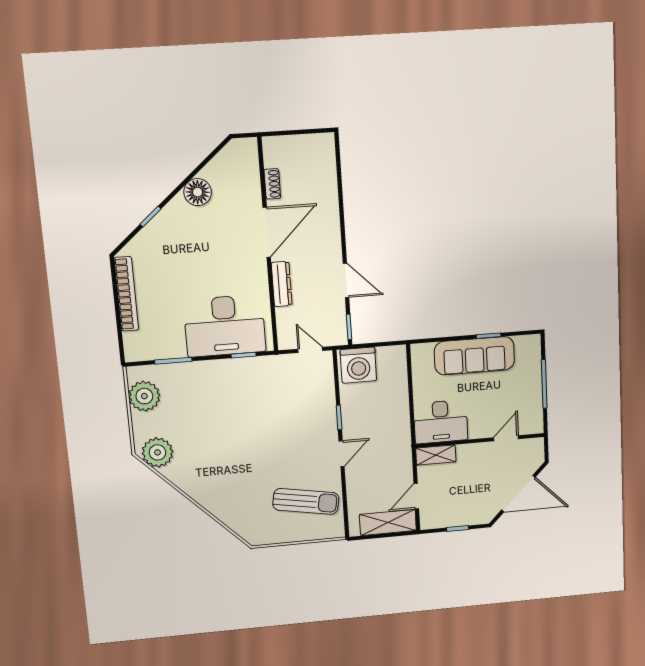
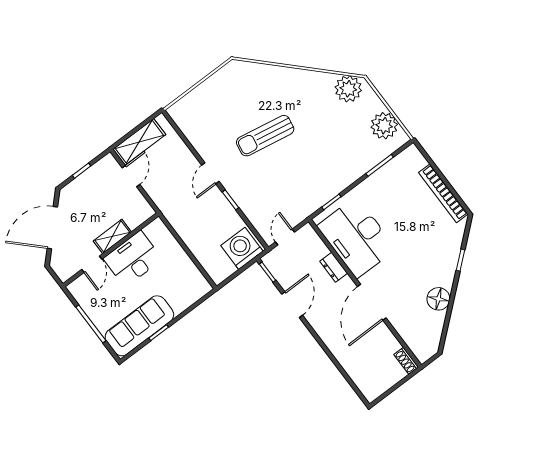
shoe rack: (272, 184) -> (406, 361), moved
door: (346, 280) -> (292, 305), swing flipped
dresser: (282, 284) -> (334, 267), width x0.70
desk: (225, 326) -> (357, 237), moved, turned -90
door: (310, 350) -> (285, 237), swing flipped
sofa: (474, 356) -> (139, 326), moved
desk: (441, 422) -> (133, 259), moved
shelving: (436, 455) -> (112, 236), moved
sun lounger: (306, 501) -> (265, 136), moved

